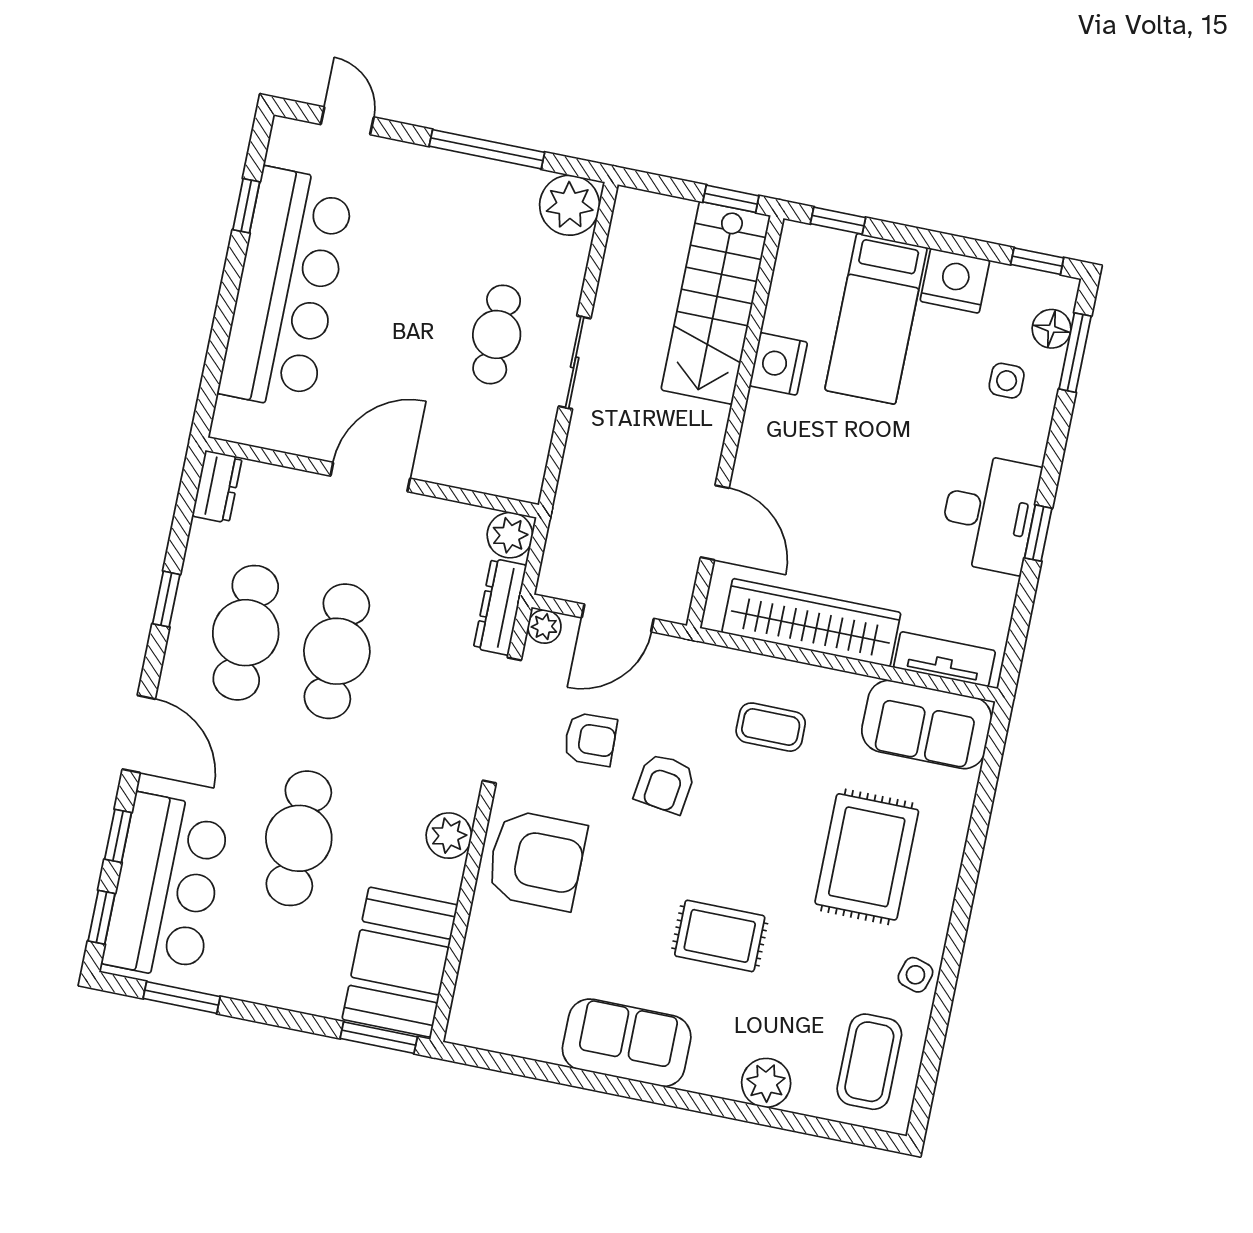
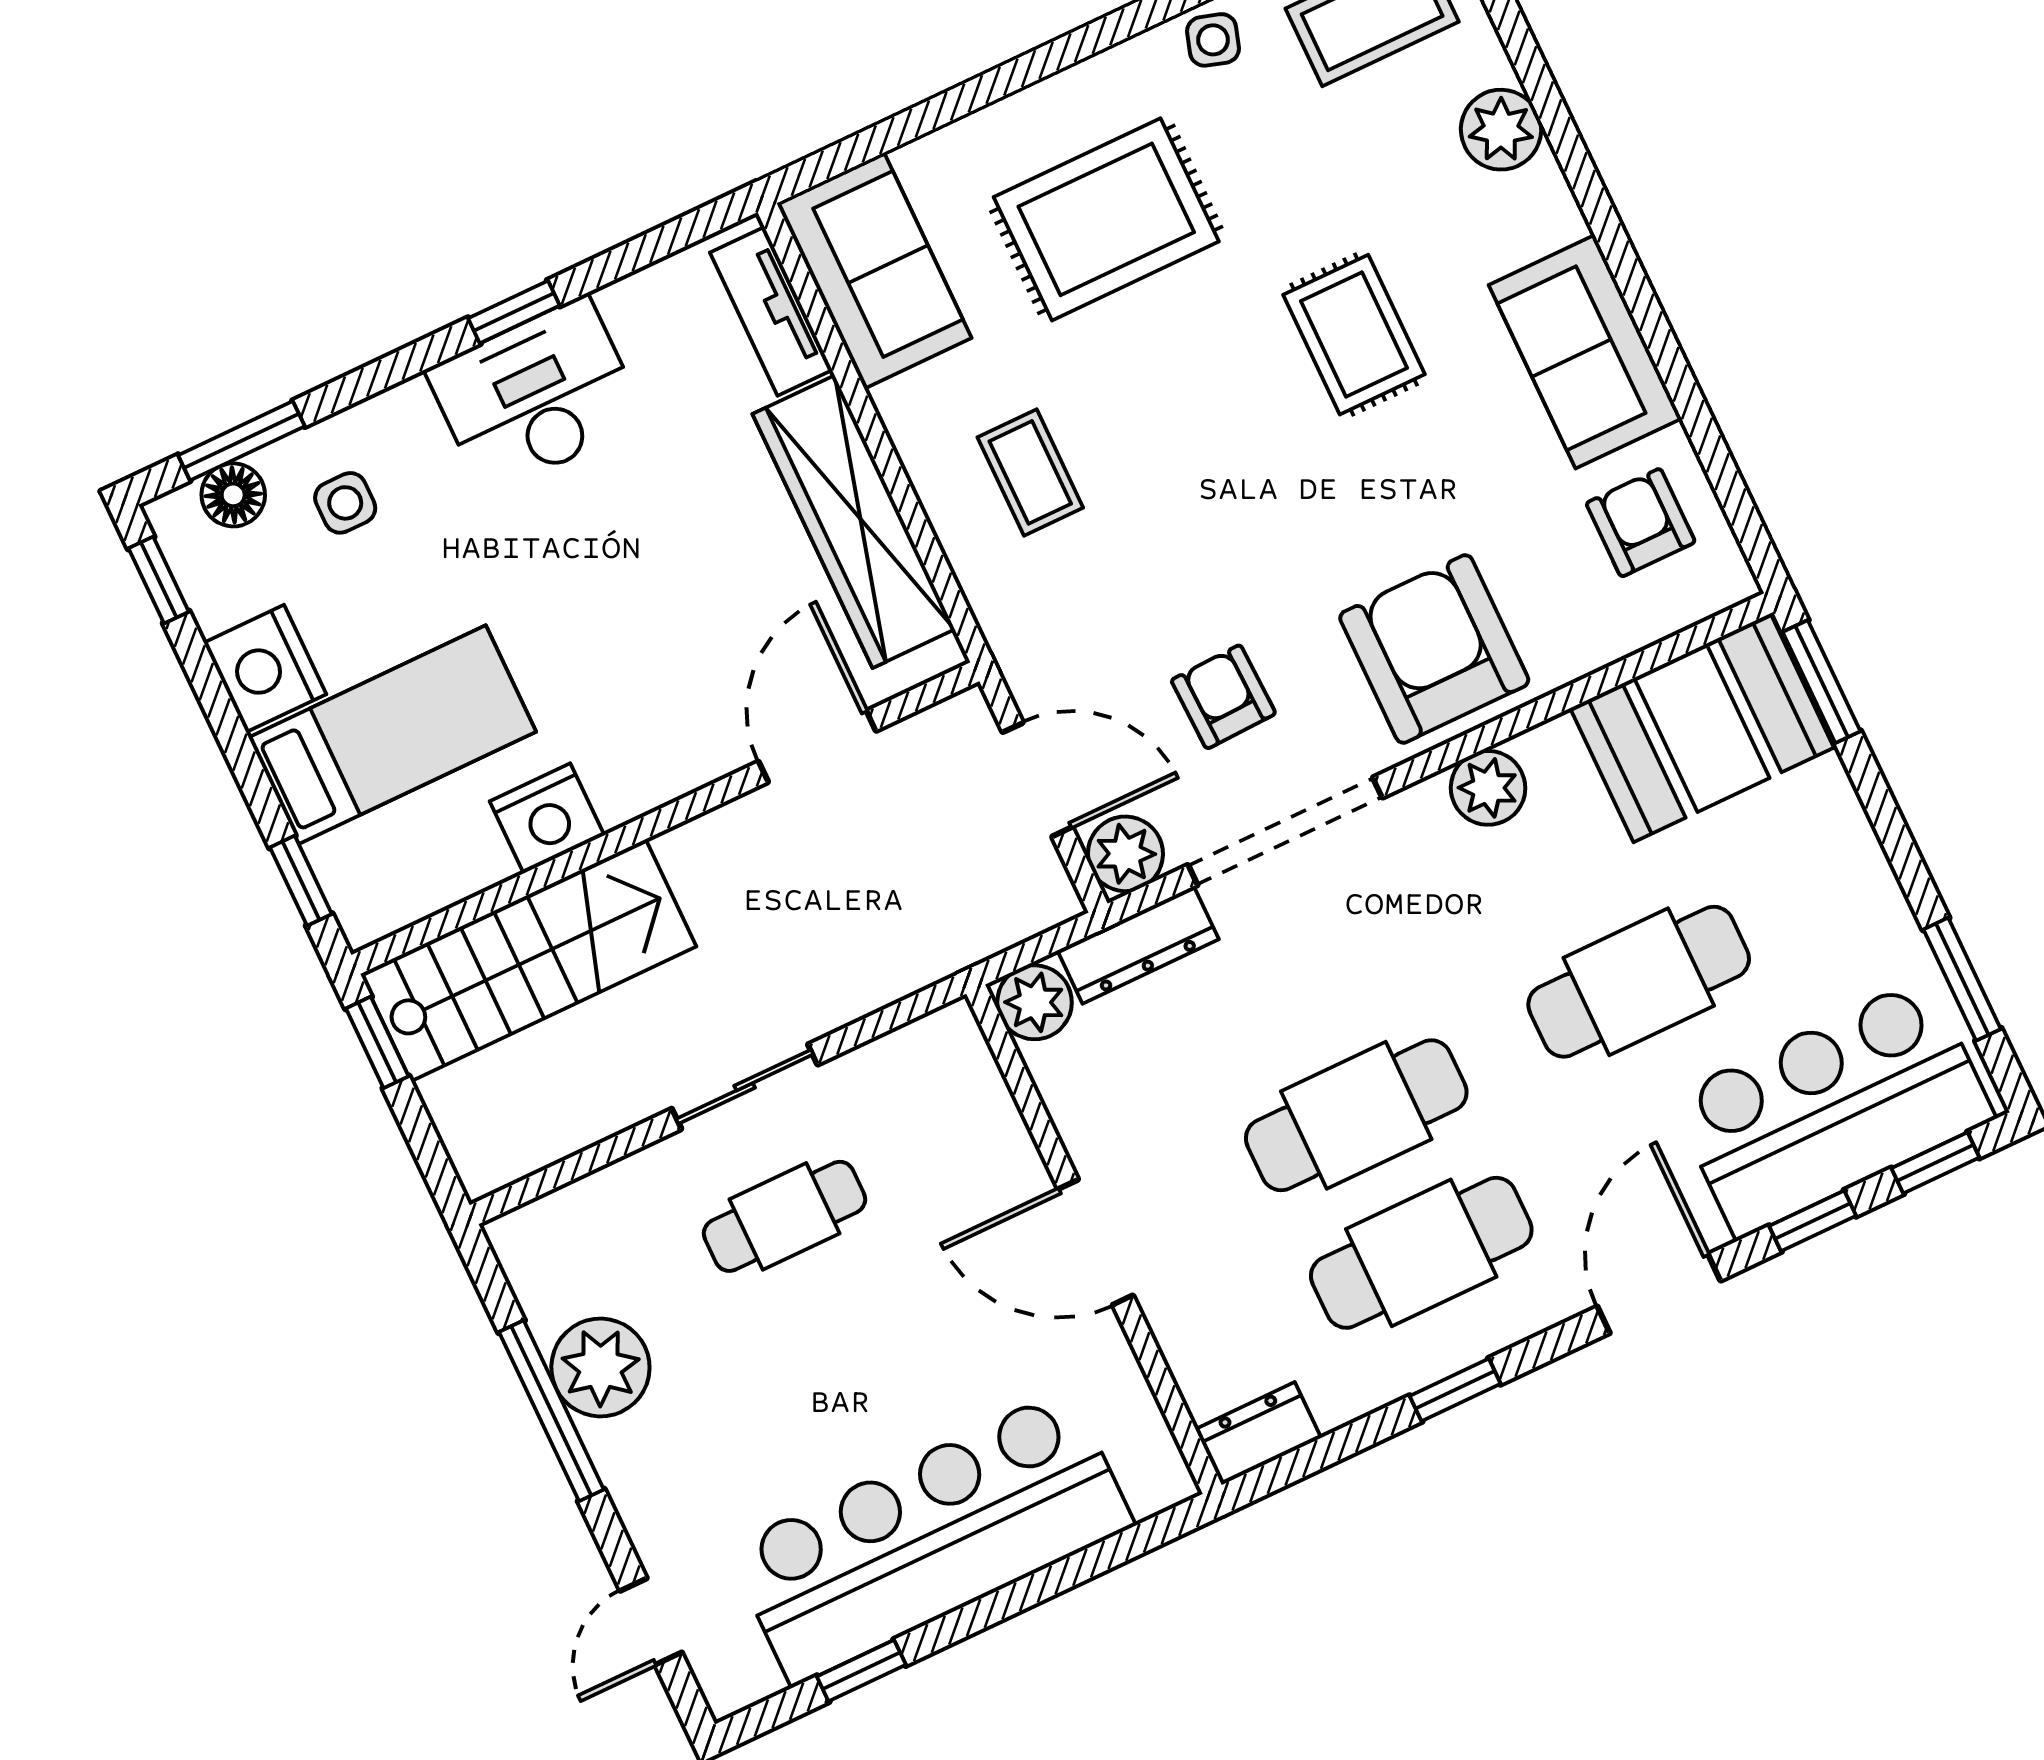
plant: (570, 205) -> (600, 1367), moved
plant: (544, 627) -> (1125, 854), width x1.38, depth x1.38
armchair: (665, 783) -> (1641, 523), moved, turned -98

